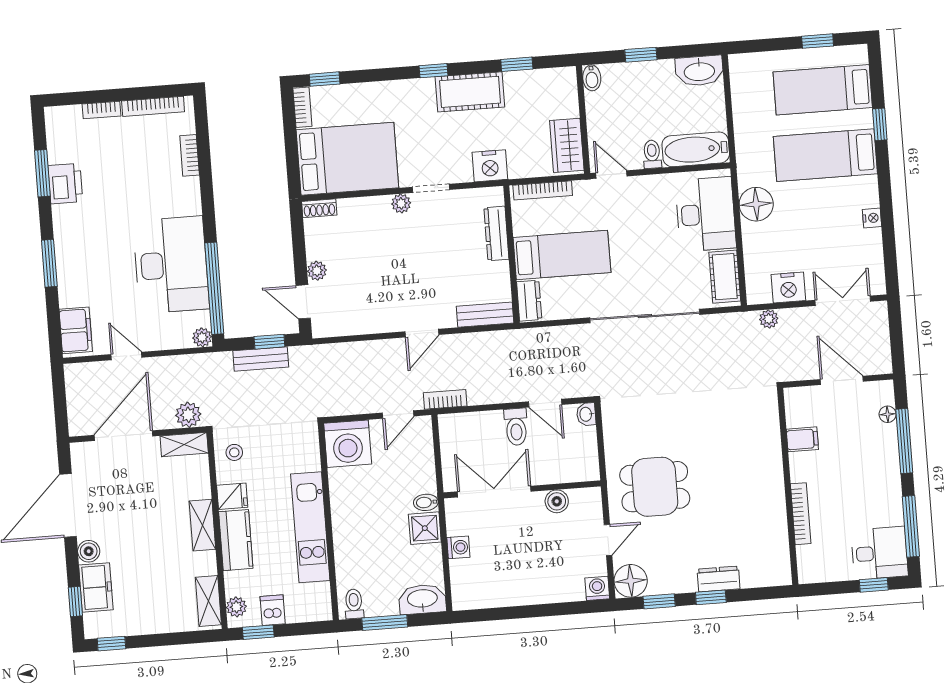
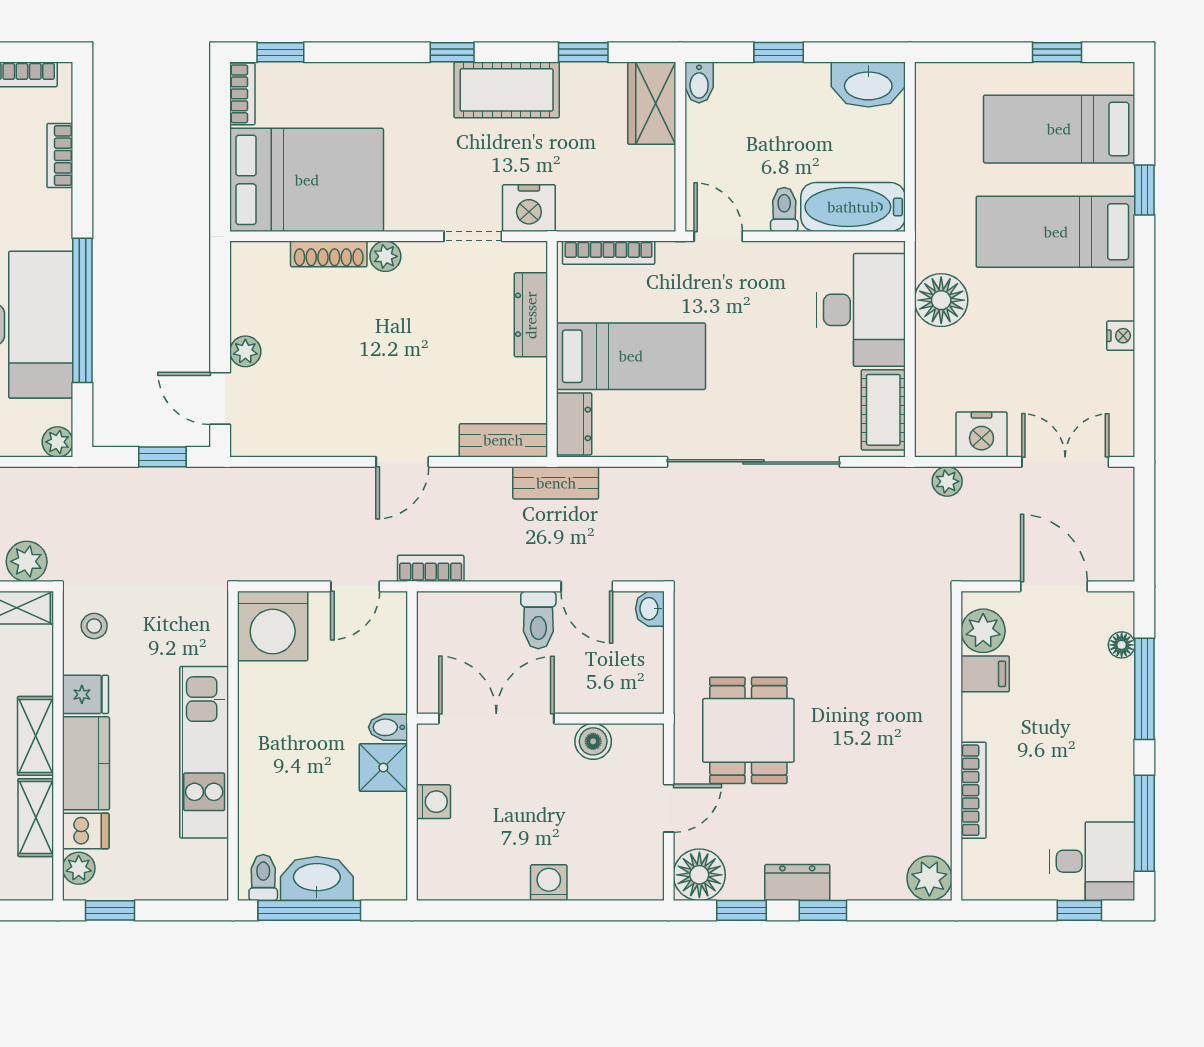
wardrobe: (567, 145) -> (652, 103), moved
doorway: (431, 188) -> (473, 236), moved
shoe rack: (319, 208) -> (329, 254), moved, width x1.43
window: (214, 288) -> (82, 310), moved
bench: (261, 359) -> (556, 483), moved
plant: (799, 412) -> (983, 631), added
dining table: (655, 487) -> (748, 730), turned 90
plant: (777, 572) -> (929, 878), added
dresser: (719, 579) -> (797, 882), moved
washing machine: (597, 588) -> (549, 883), moved
washbasin: (422, 599) -> (317, 878), moved
shelving: (208, 601) -> (36, 818), moved
dishwasher: (273, 610) -> (86, 831), moved, turned 90
window: (385, 622) -> (309, 910), width x1.44

